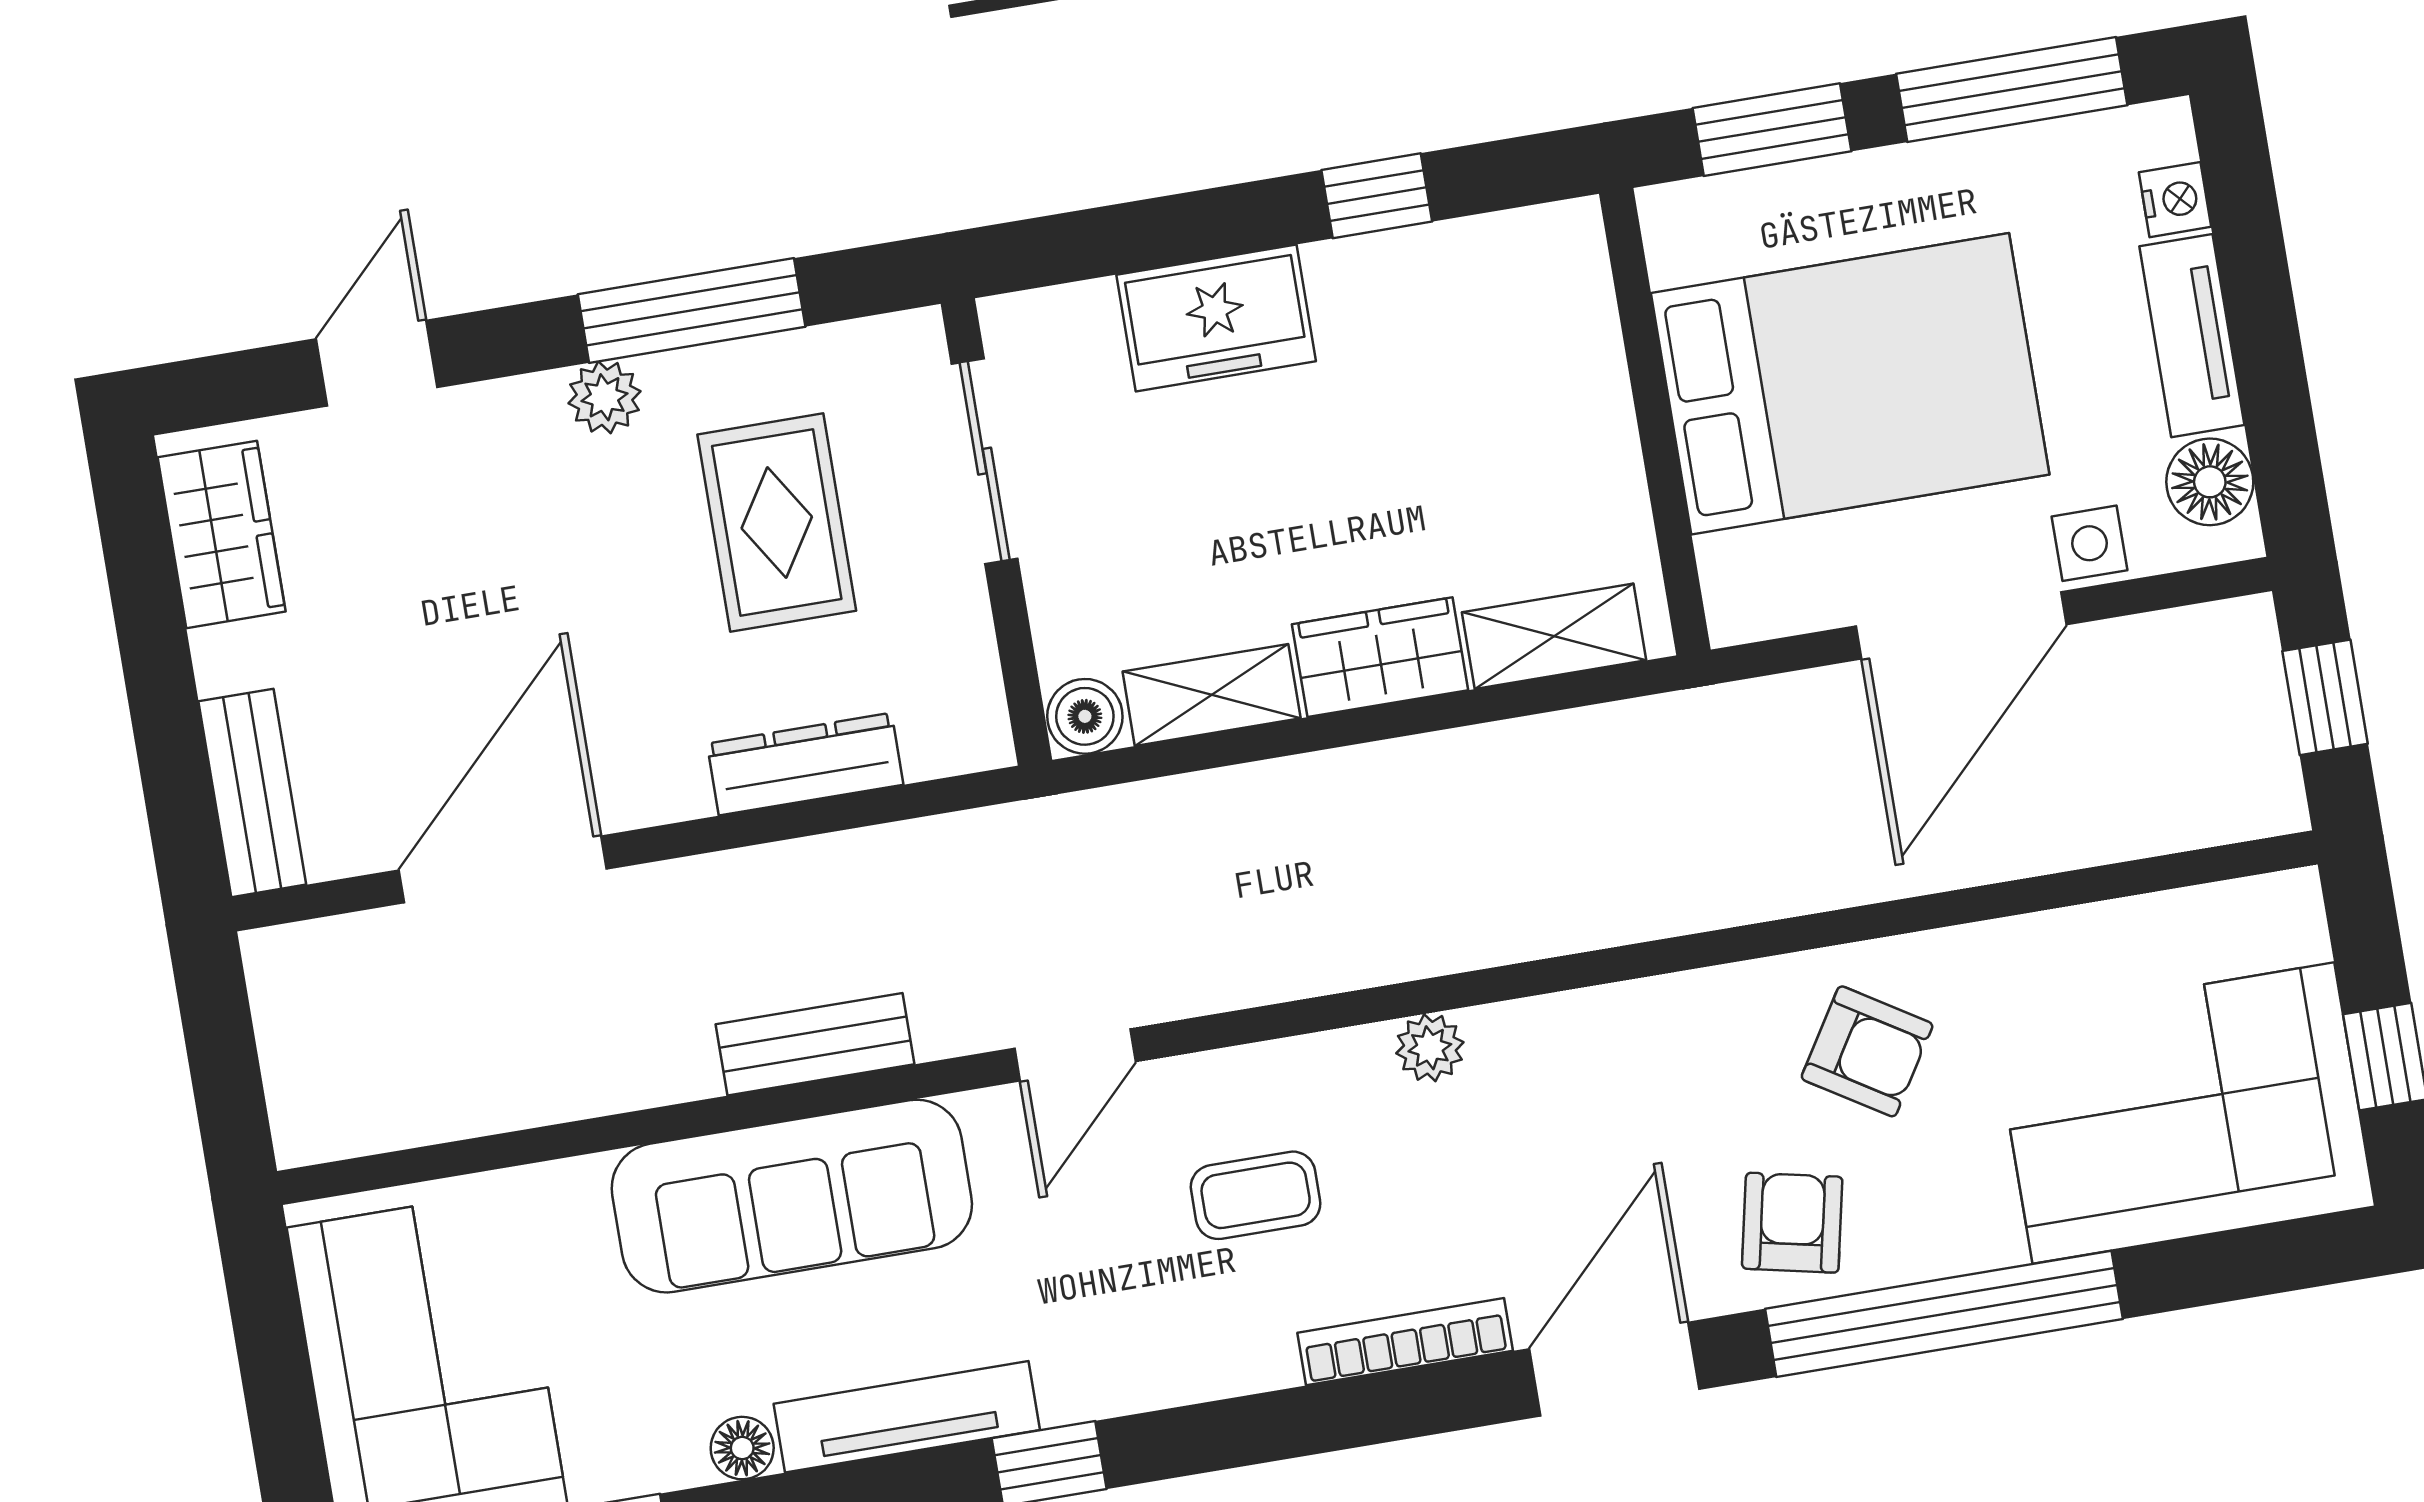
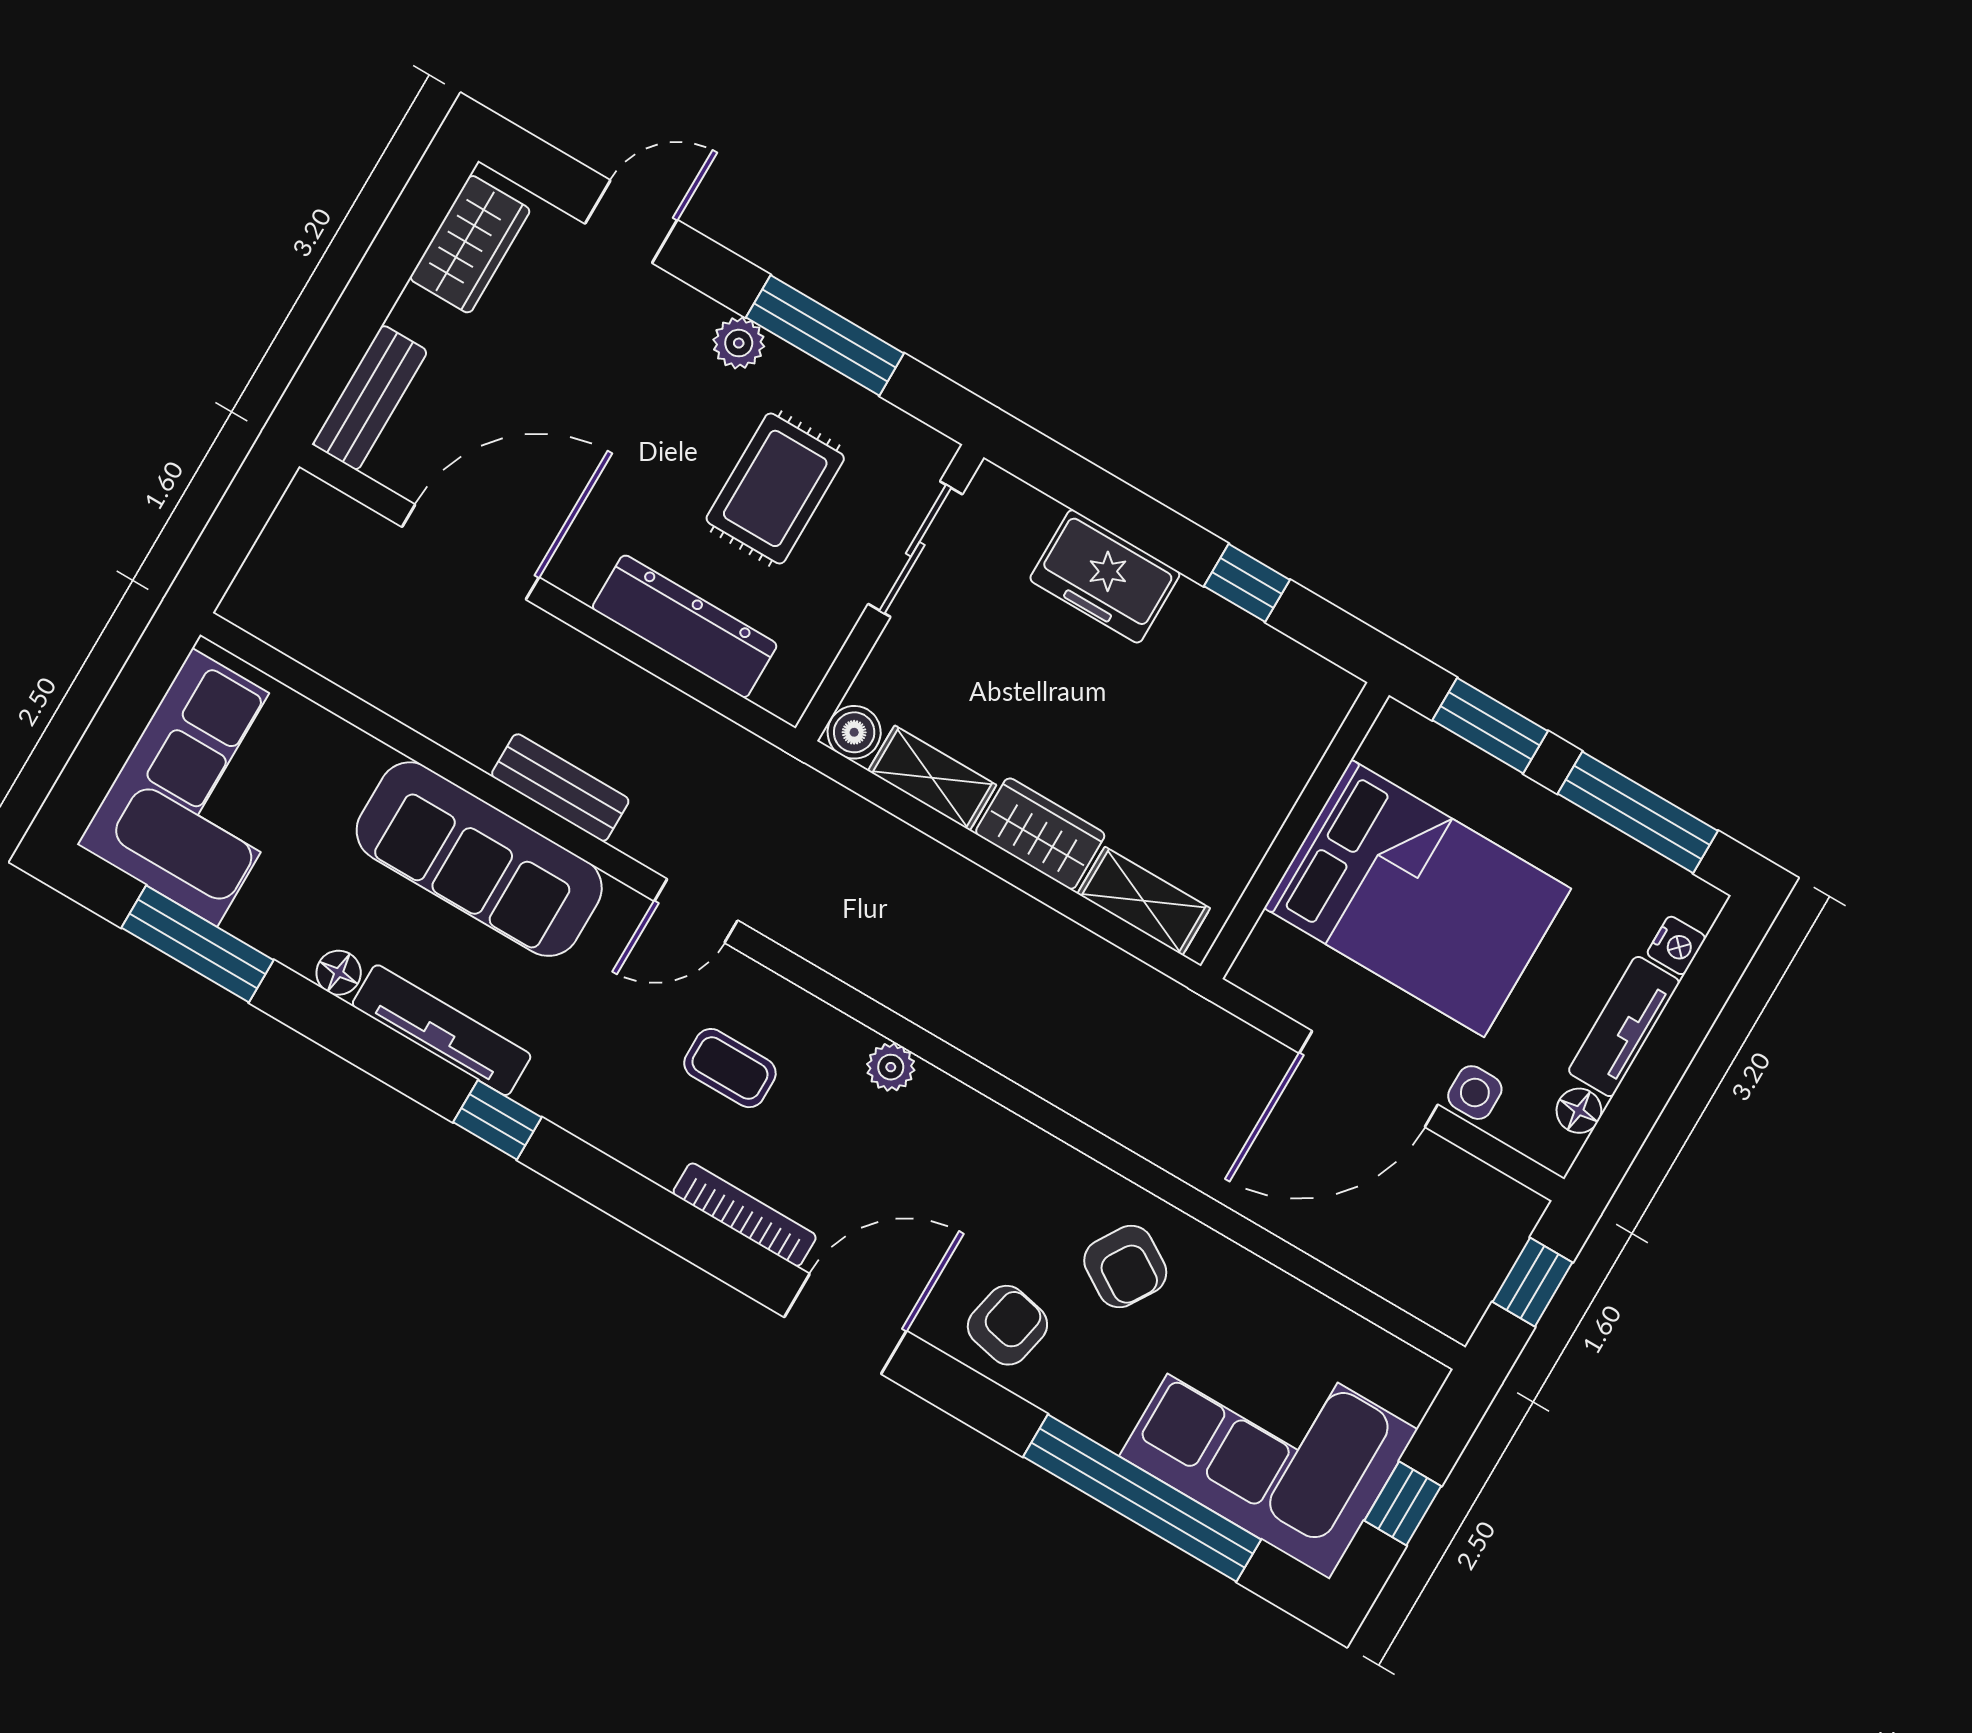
floor lamp: (2210, 482) -> (1579, 1111), width x0.73, depth x0.73
dresser: (805, 764) -> (685, 626), width x1.37, depth x1.24
window: (1944, 1314) -> (1142, 1498), moved

